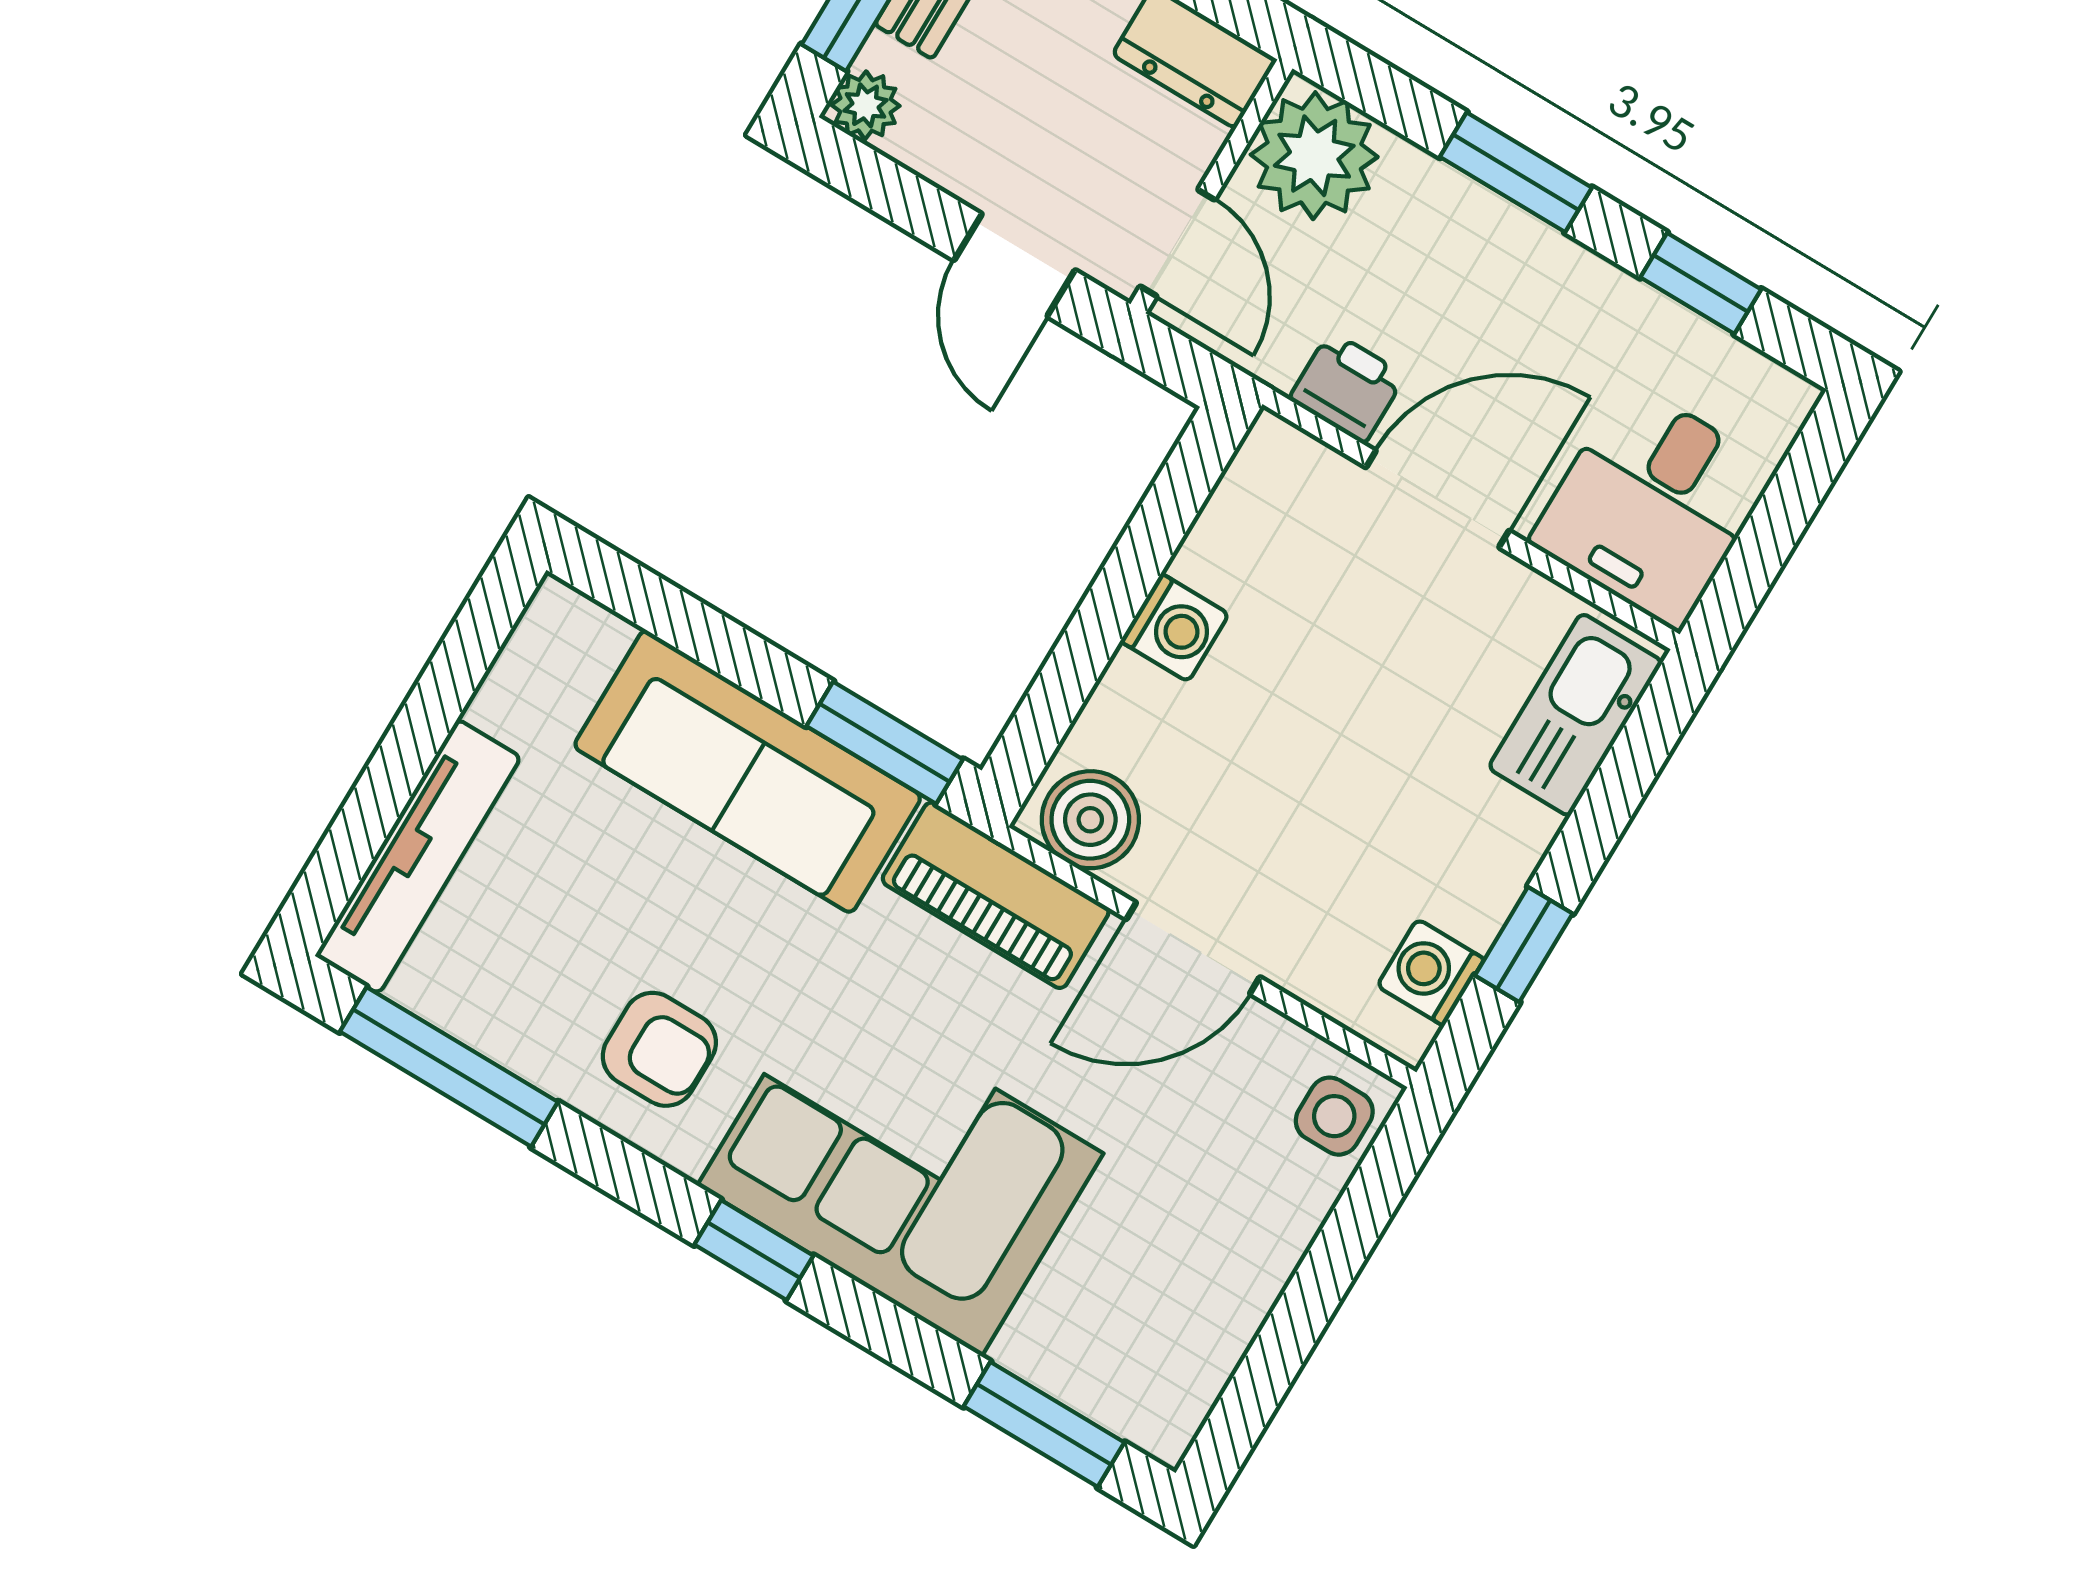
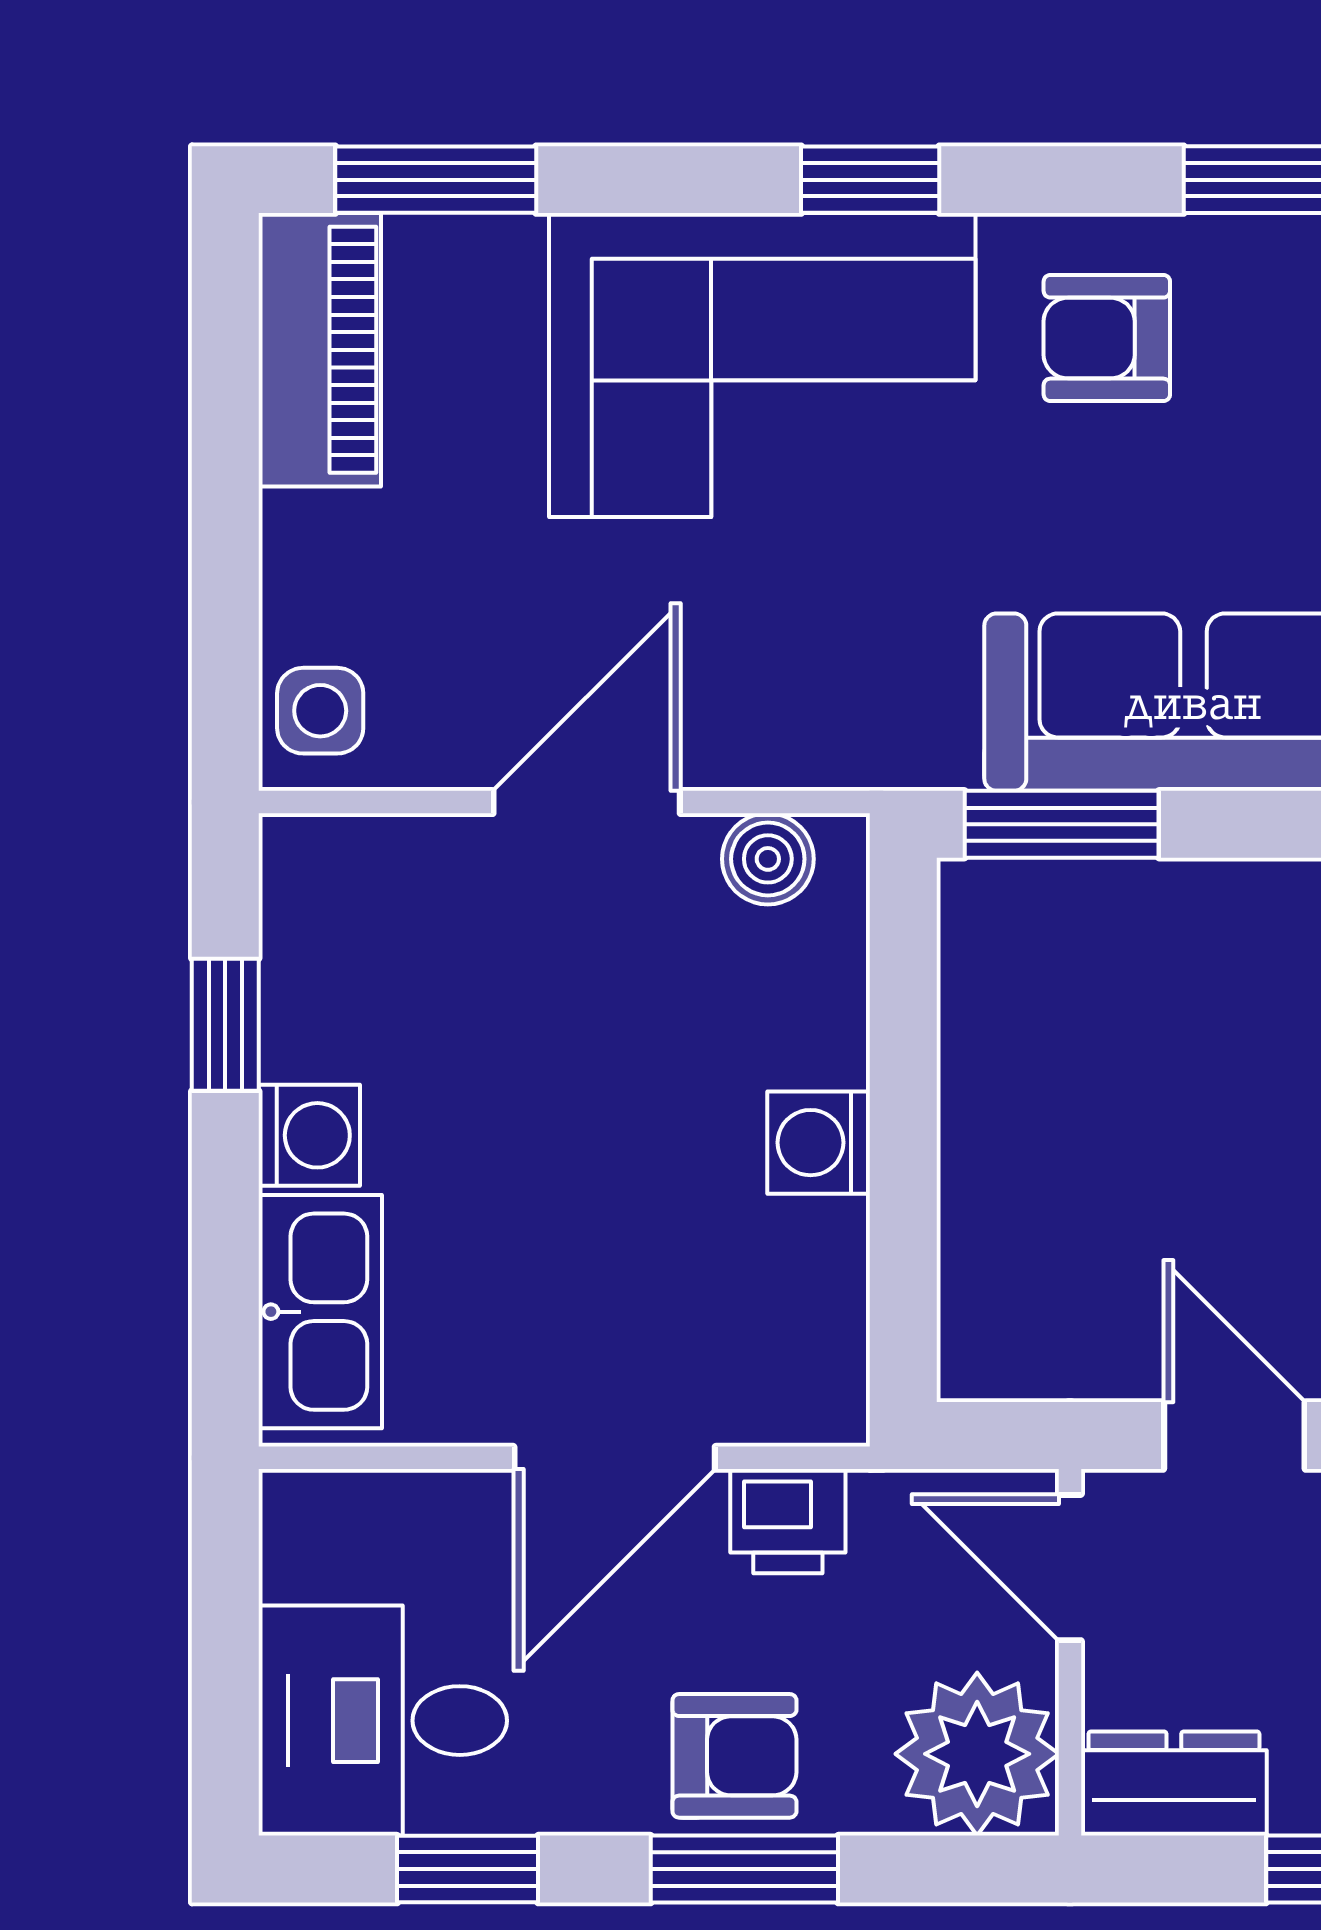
armchair: (1477, 252) -> (734, 1756), added
desk: (1653, 505) -> (383, 1721), moved, turned -90
boiler: (1090, 820) -> (768, 859), width x0.73, depth x0.73
piano: (996, 895) -> (320, 350), moved, turned 90
washing machine: (1431, 972) -> (309, 1135), moved

